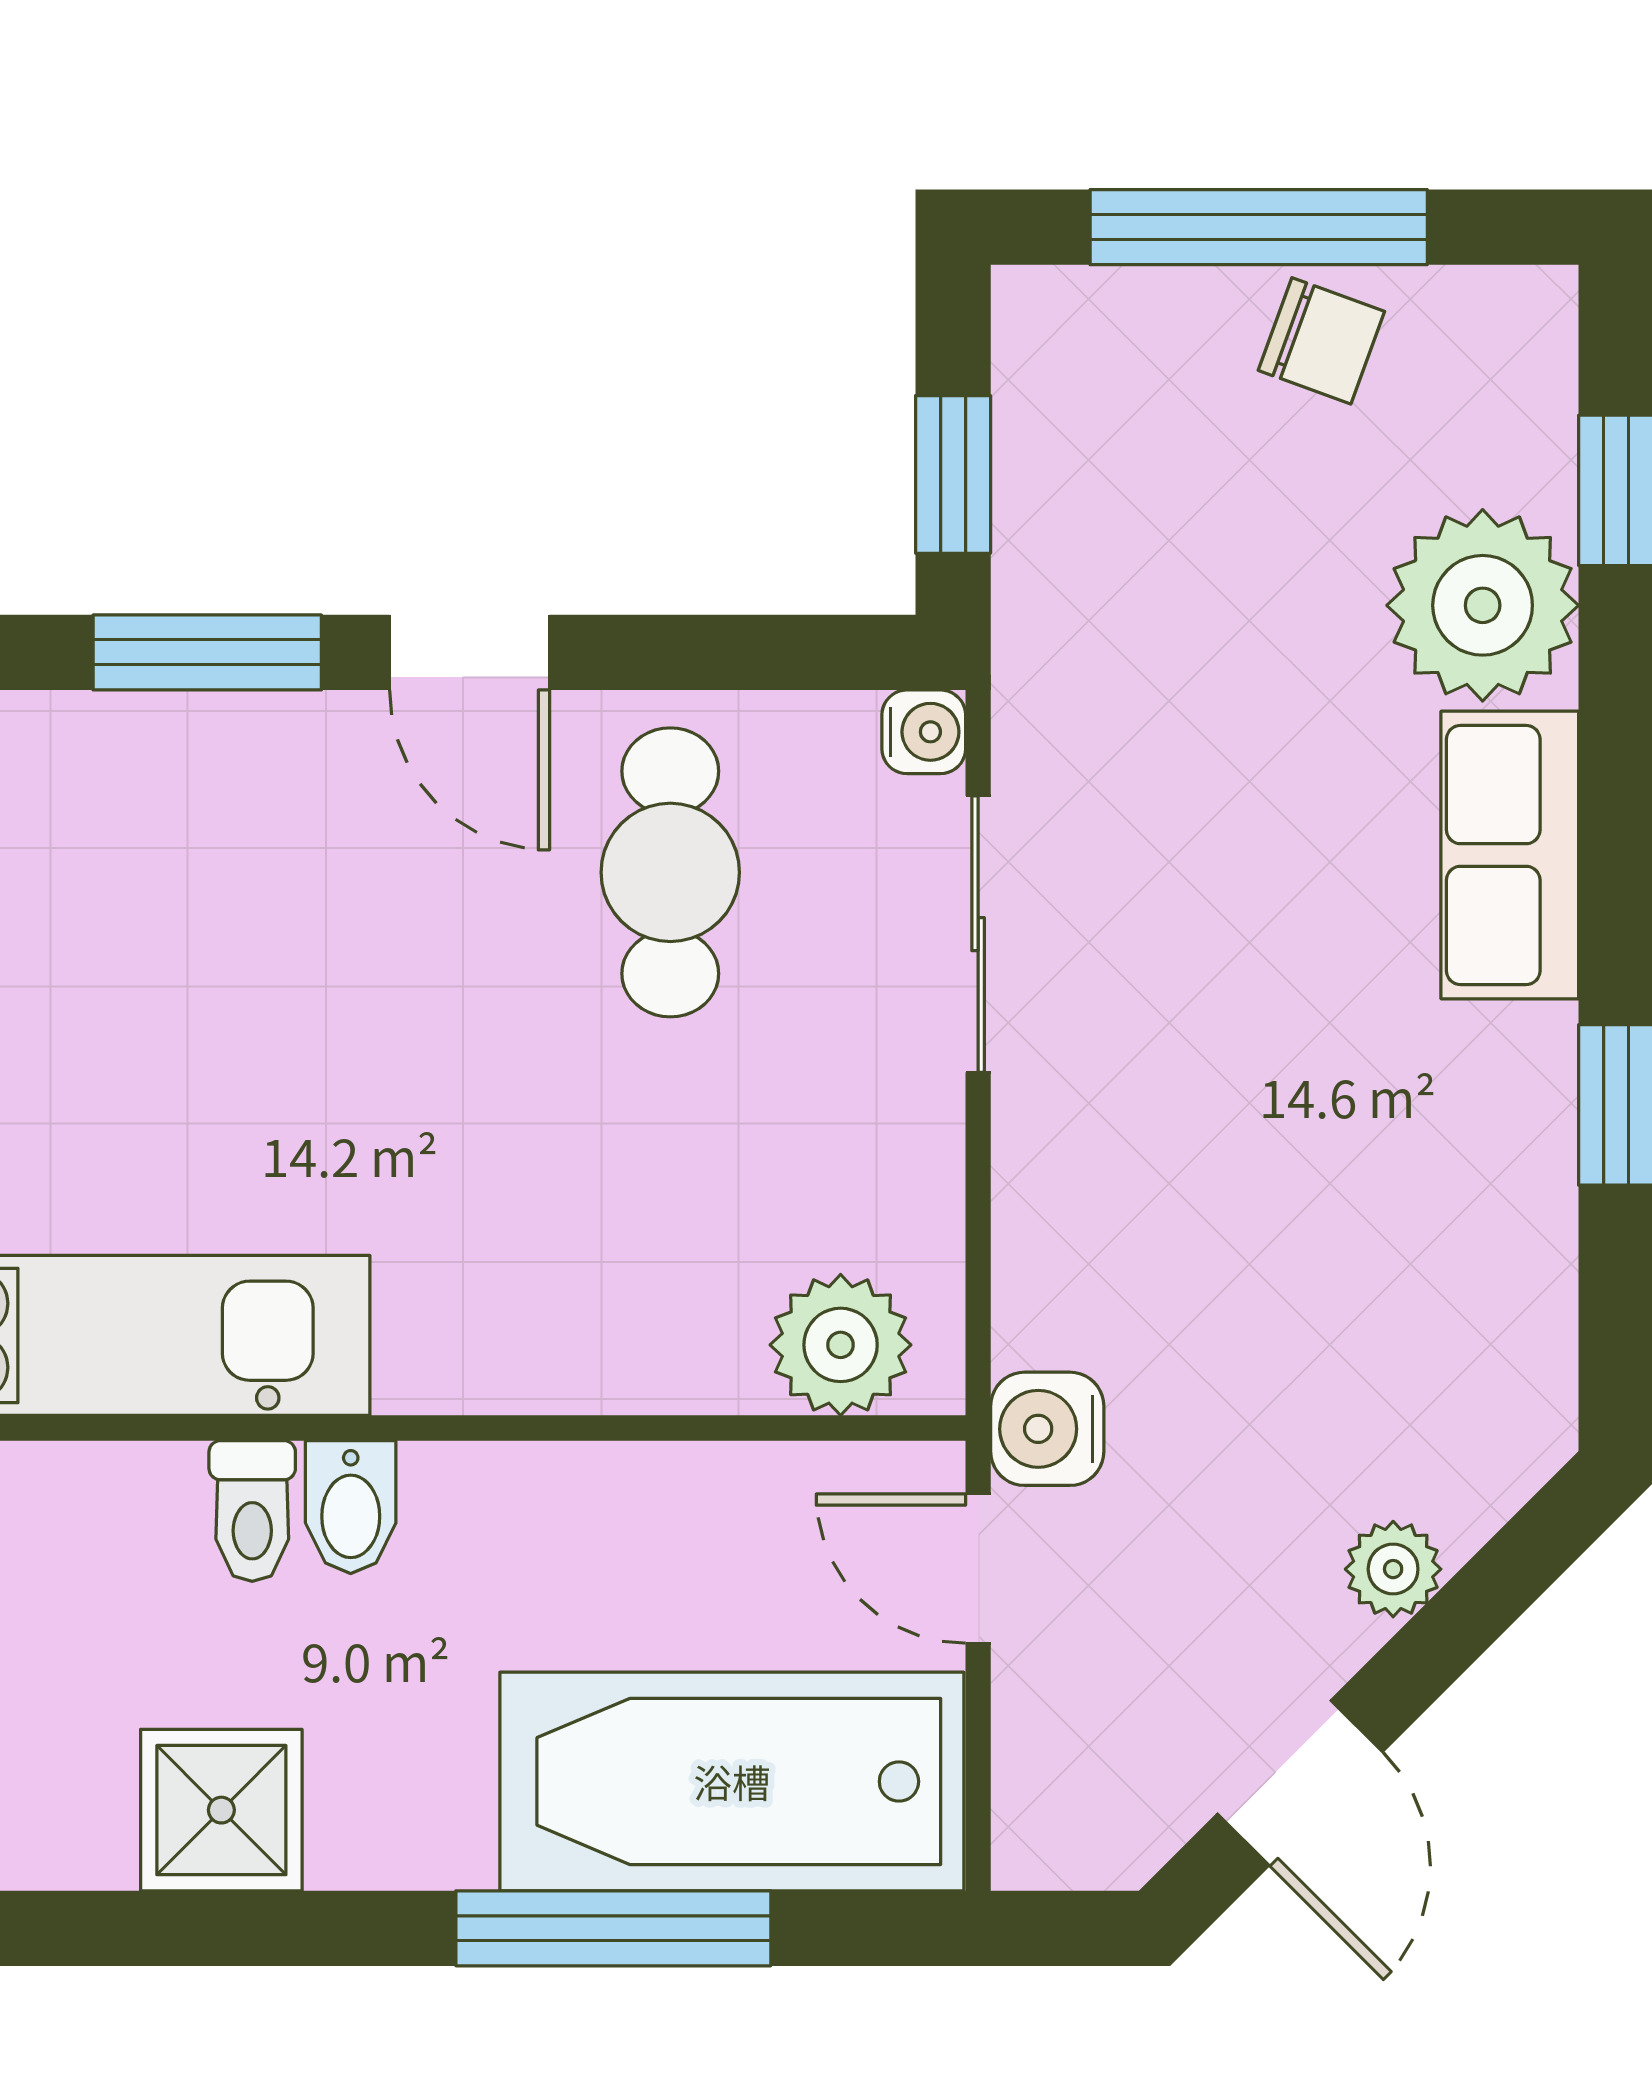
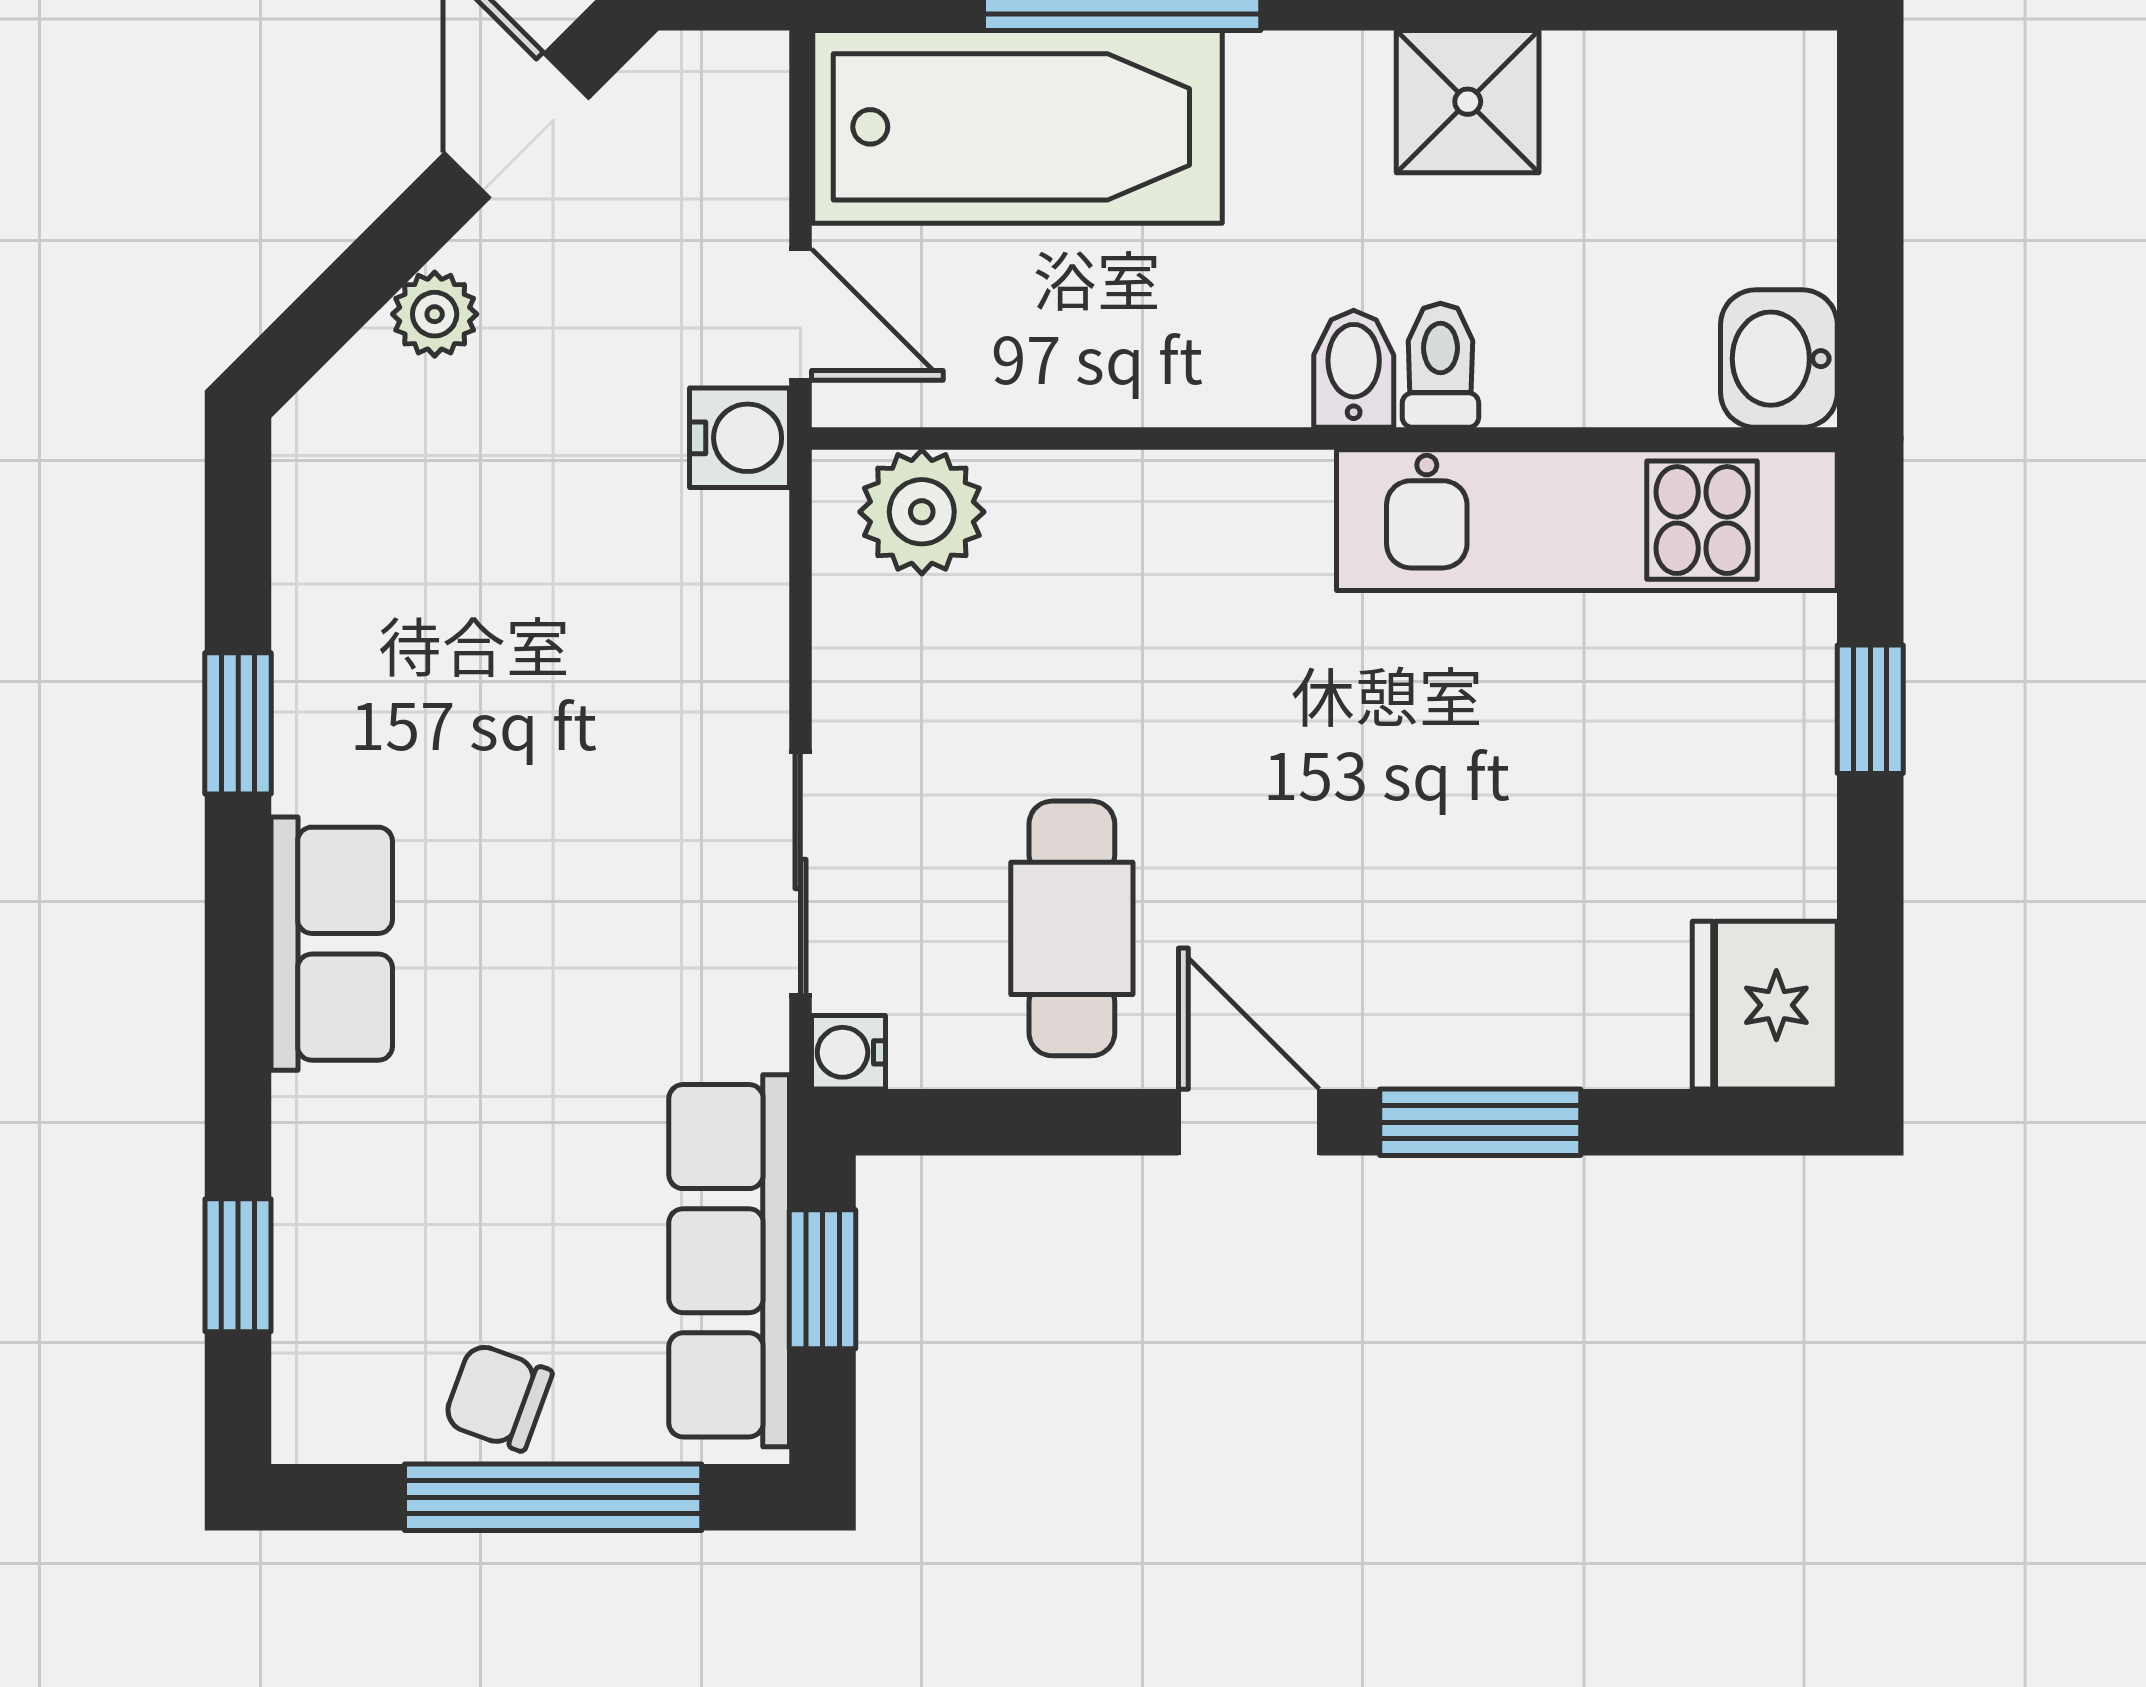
row of seats: (1059, 495) -> (729, 1261), added
plant: (1483, 605) -> (356, 1164), removed

